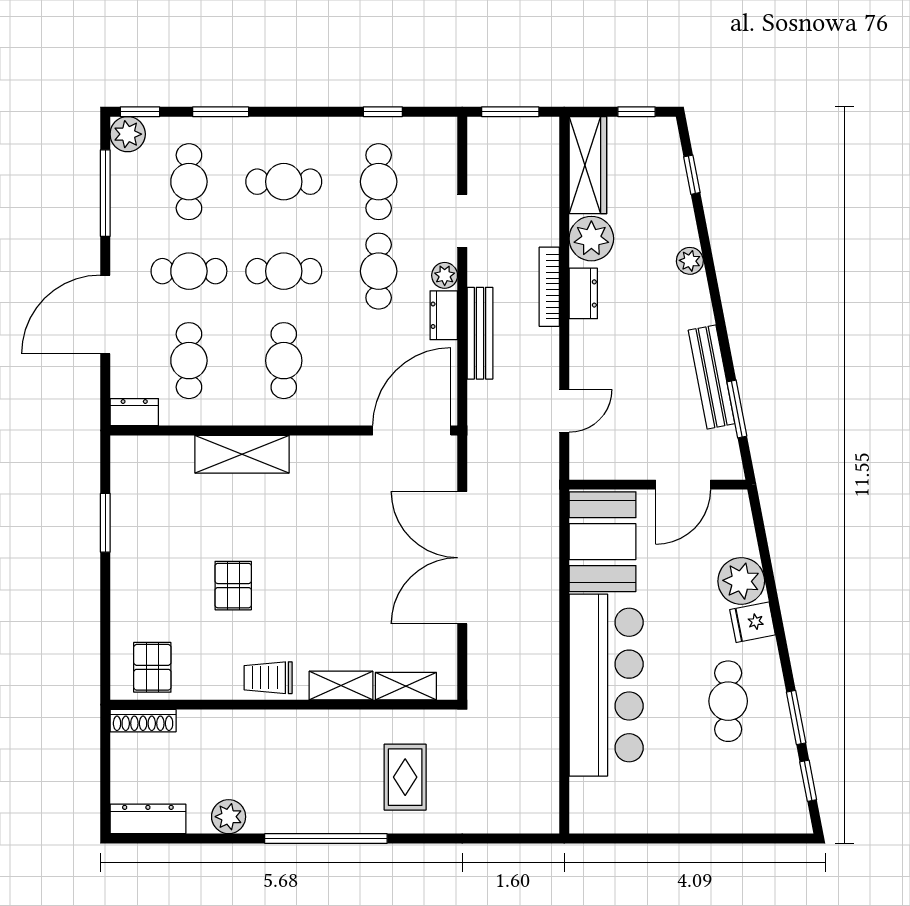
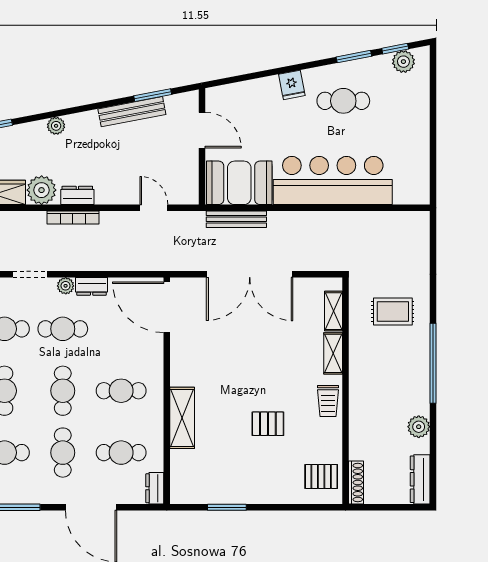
bench: (480, 333) -> (236, 219), moved
plant: (741, 581) -> (403, 62), moved, width x0.73, depth x0.73

